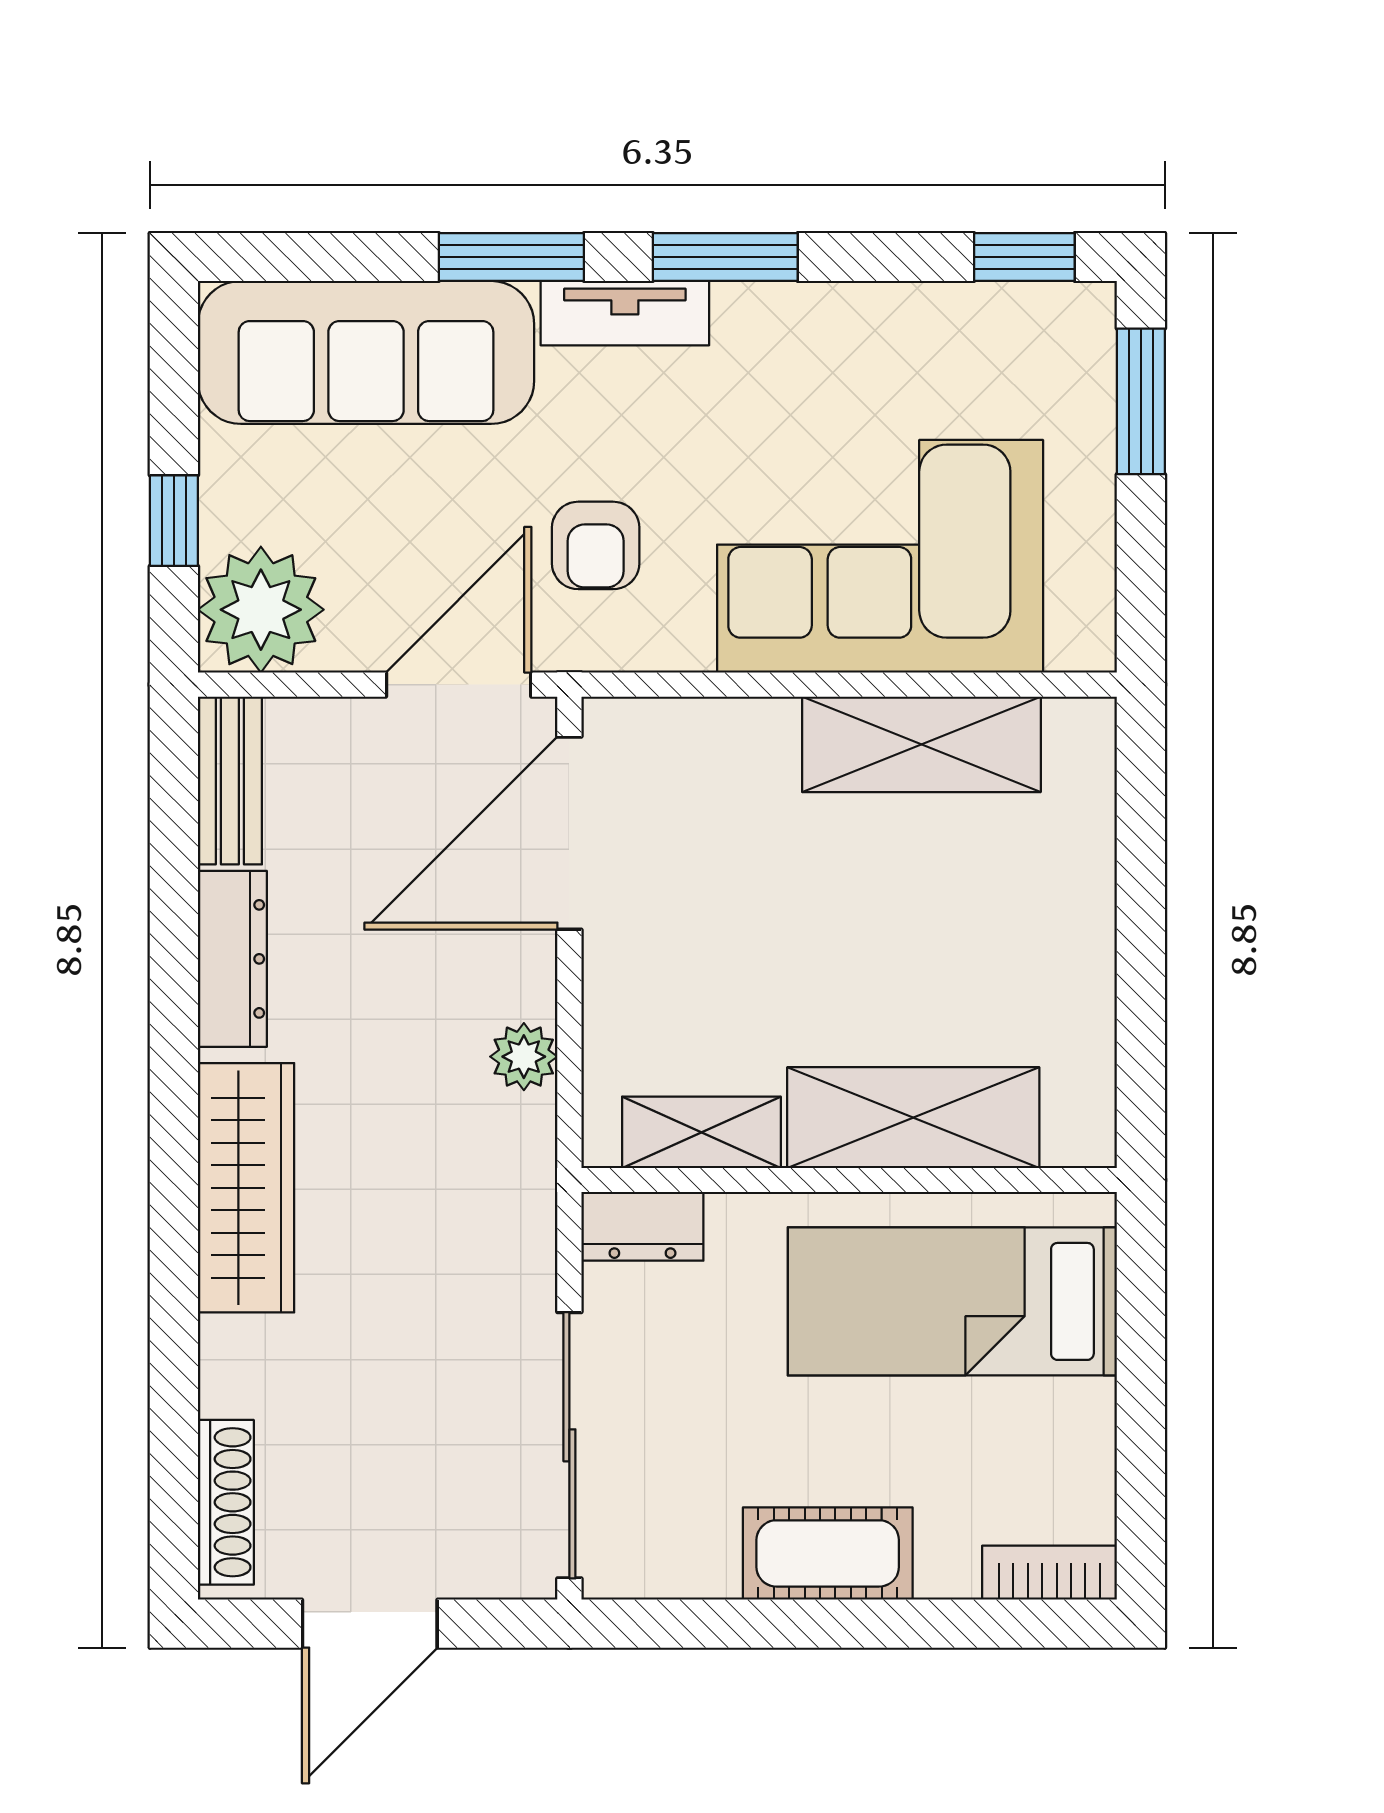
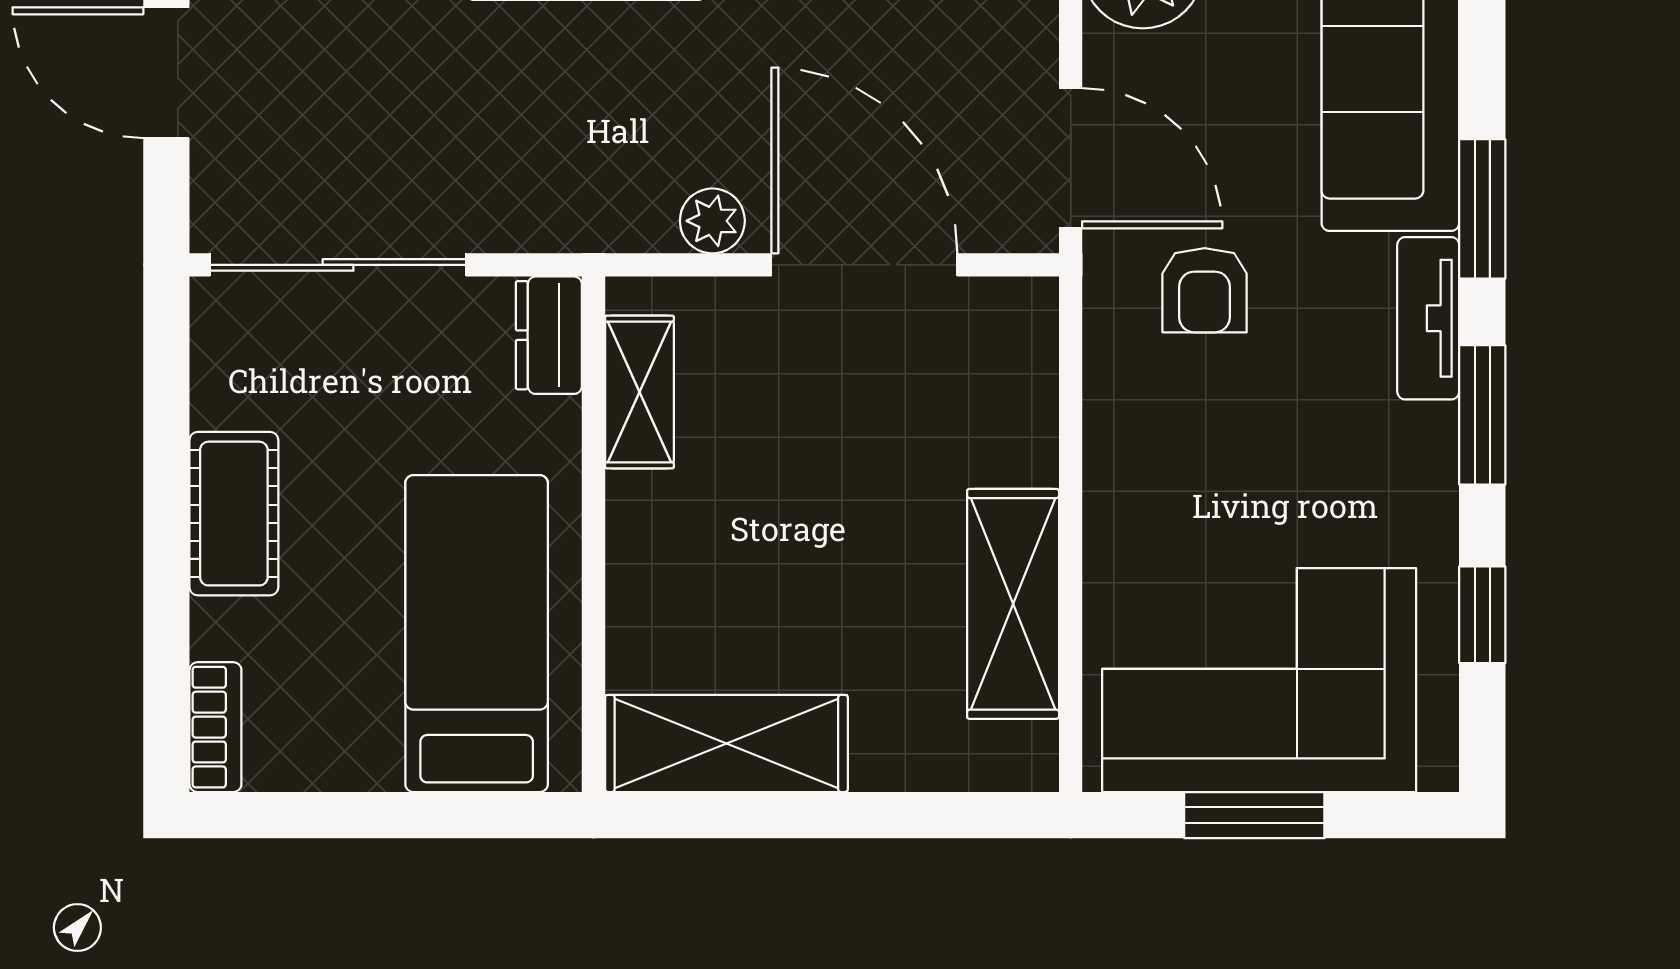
window: (1024, 257) -> (1482, 615), moved
window: (1141, 401) -> (1254, 815), moved
armchair: (596, 545) -> (1205, 290), turned -90
corner sofa: (880, 556) -> (1259, 680), moved, turned -90
door: (569, 833) -> (864, 265), moved
shelving: (913, 1118) -> (726, 743), moved, turned 90

